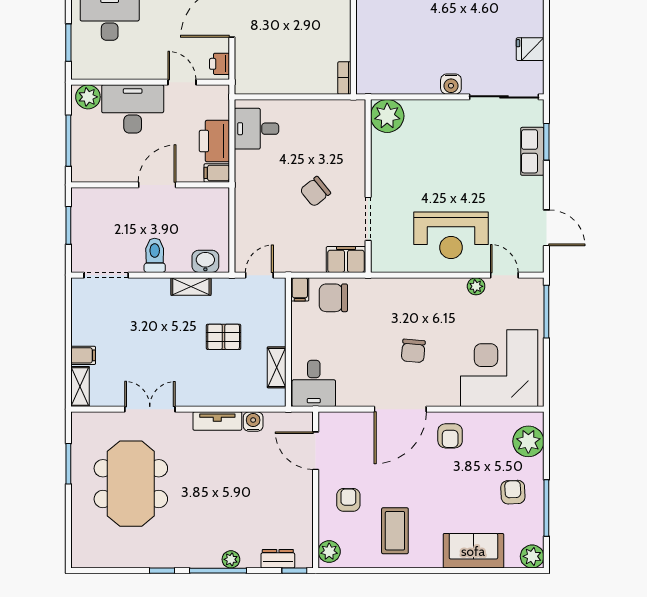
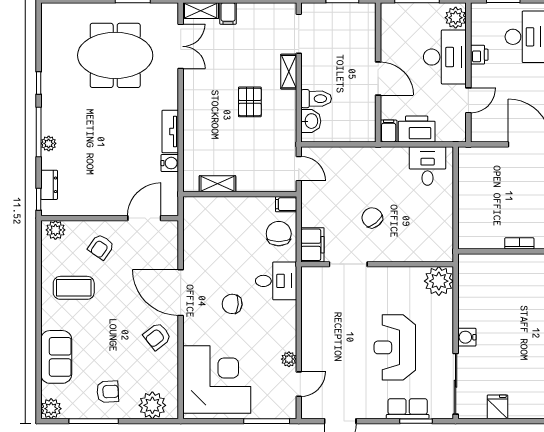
printer: (220, 64) -> (479, 55), moved, turned 90
bookcase: (344, 78) -> (519, 243), moved
reception desk: (451, 235) -> (395, 347), moved
toilet: (155, 255) -> (316, 99), moved
shelving: (191, 286) -> (289, 72), moved
pallet: (224, 337) -> (250, 102), moved
desk: (314, 383) -> (276, 281), moved, turned 180
double door: (150, 409) -> (181, 46), moved
armchair: (450, 436) -> (157, 336), turned -38
armchair: (348, 500) -> (101, 247), turned 125

